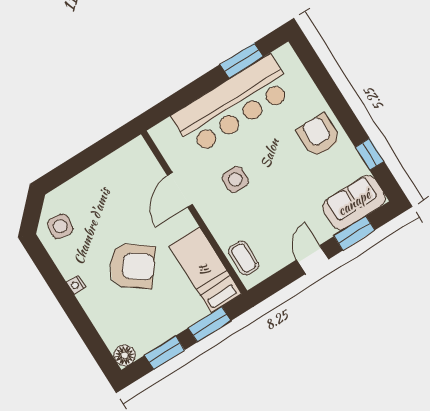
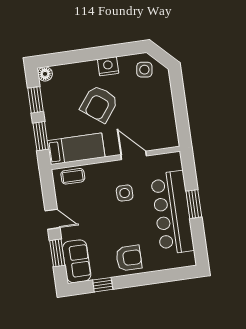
window: (242, 61) -> (194, 204), moved
nightstand: (76, 285) -> (108, 66), width x1.89, depth x1.79

